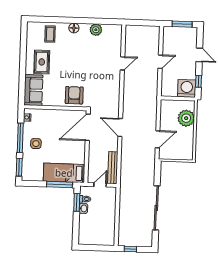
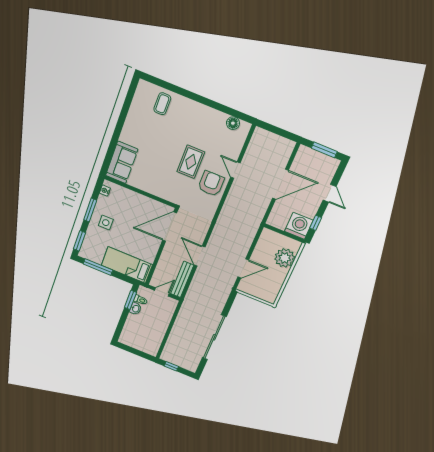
floor lamp: (74, 28) -> (233, 123), moved
plant: (96, 30) -> (219, 119), removed
rug: (42, 62) -> (191, 162), moved
door: (160, 62) -> (280, 184), width x1.88
door: (122, 63) -> (235, 170), swing flipped
armchair: (74, 95) -> (211, 184), moved
door: (120, 128) -> (200, 256), moved
window: (20, 138) -> (90, 210), width x0.69
window: (59, 185) -> (98, 267), moved

